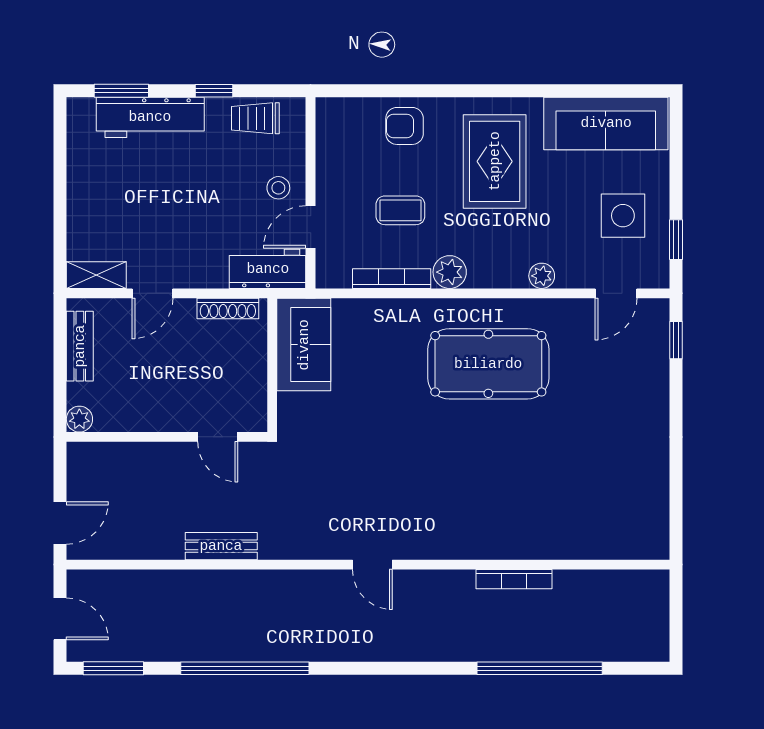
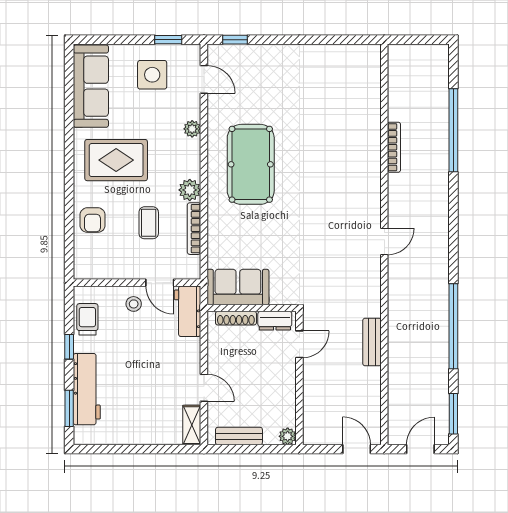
trolley: (255, 118) -> (87, 319), turned 180
shoe rack: (228, 309) -> (236, 318), moved, turned 90
dresser: (253, 400) -> (275, 321), added

